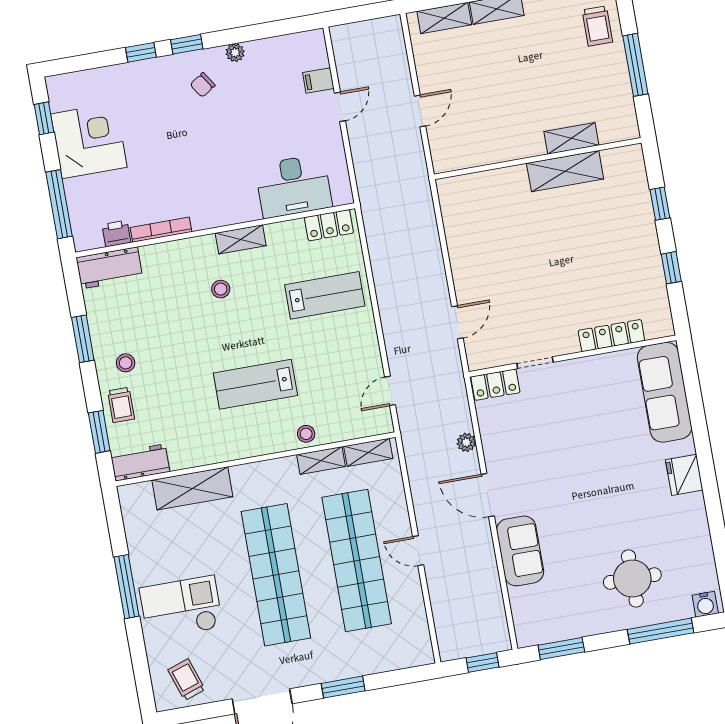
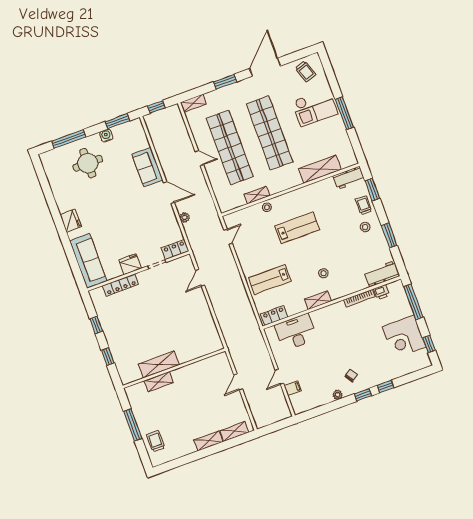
fridge: (586, 372) -> (130, 264), added
shelving: (368, 452) -> (193, 103), moved
water cooler: (705, 604) -> (106, 136), moved

